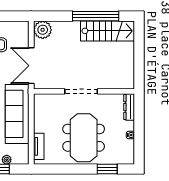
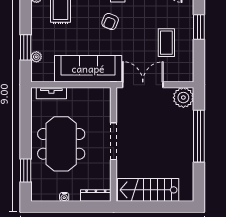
window: (96, 16) -> (199, 136), moved
stairs: (107, 31) -> (148, 190), moved, turned 90
meeting table: (84, 138) -> (61, 144), turned 90

